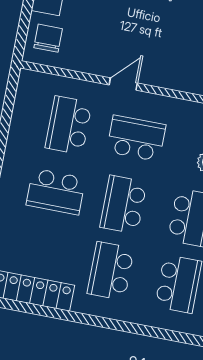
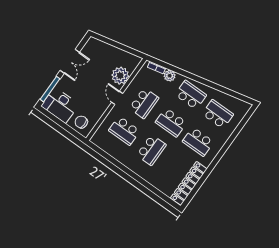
plant: (167, 71) -> (120, 76), added
school desk: (136, 138) -> (144, 103), turned 180

